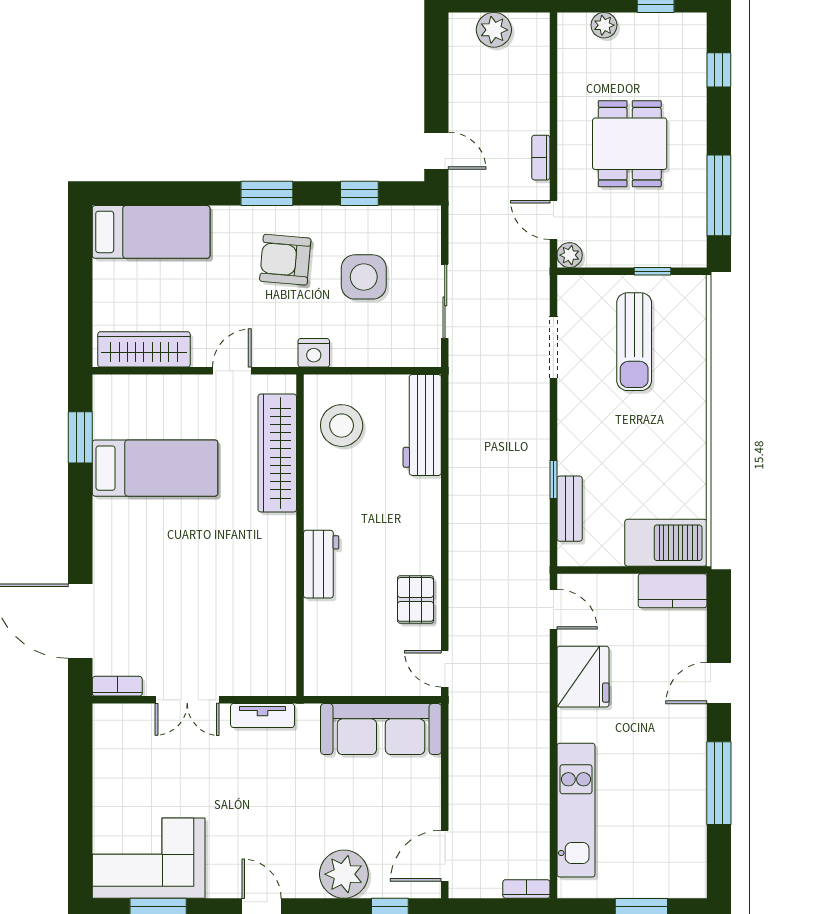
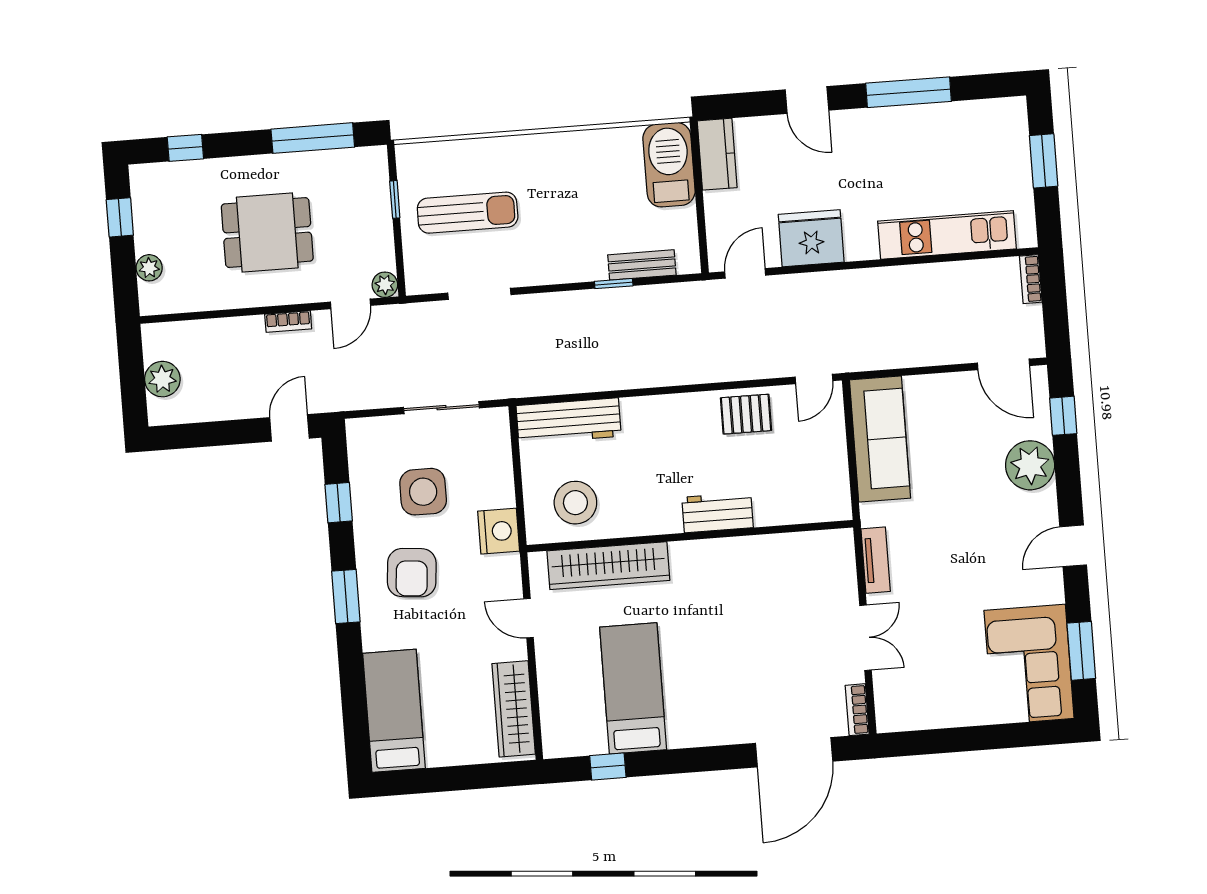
nightstand: (314, 353) -> (499, 531), width x1.36, depth x1.33
window: (80, 437) -> (608, 767), width x0.67

